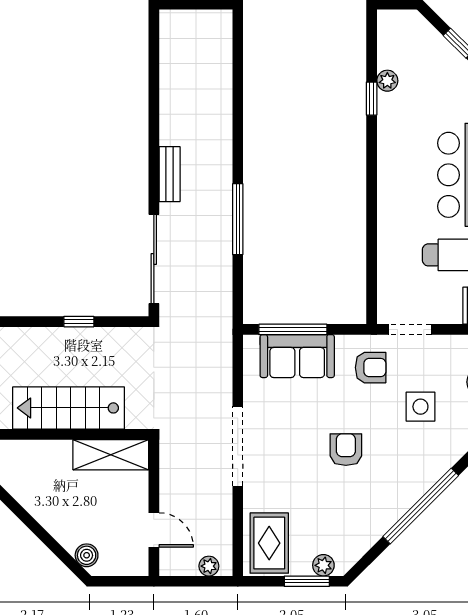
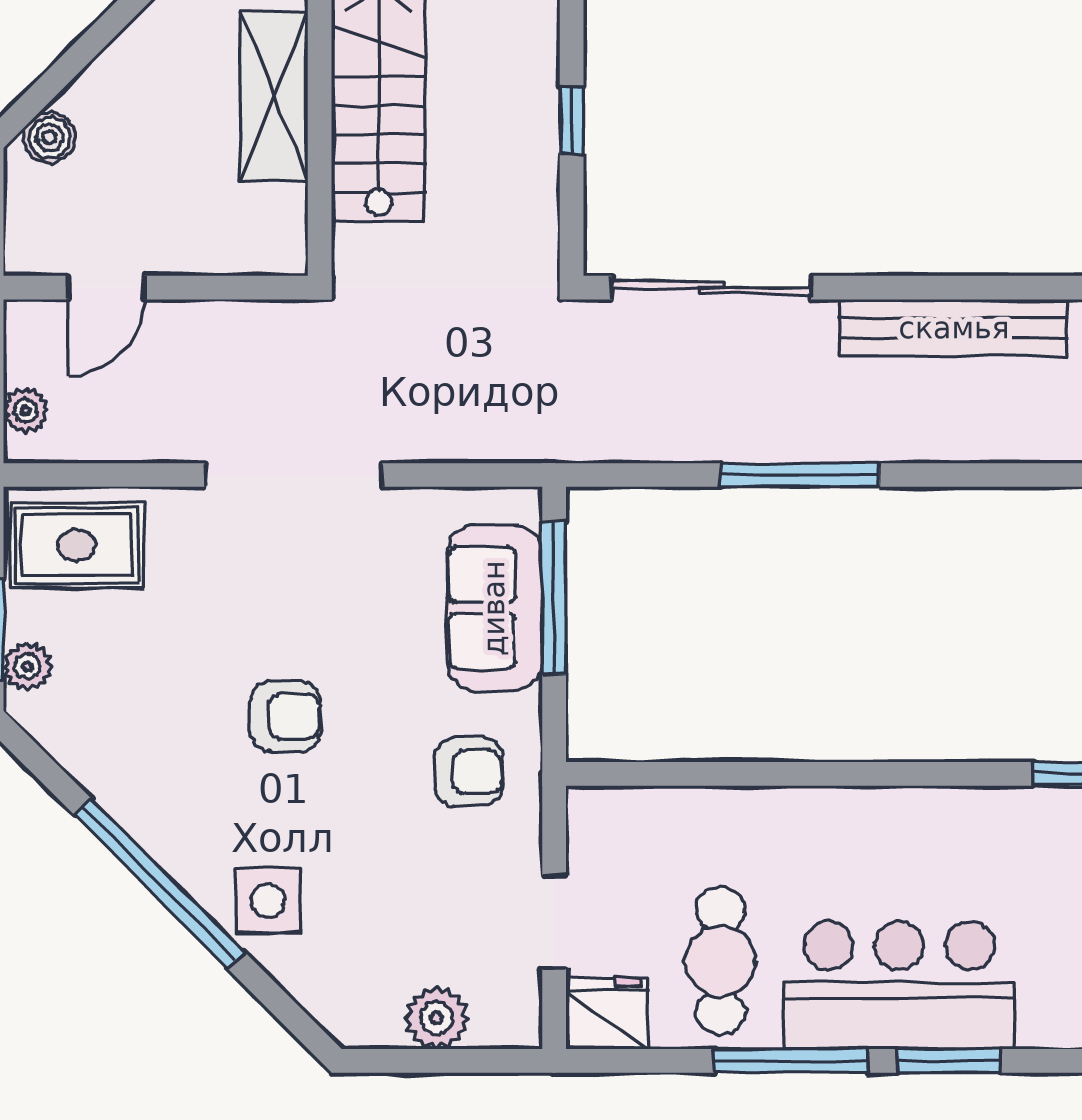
bench: (170, 174) -> (954, 328), width x1.86, depth x1.21
doorway: (410, 329) -> (554, 922), moved
armchair: (371, 368) -> (469, 772), turned -90
side table: (420, 407) -> (268, 901), moved
shelving: (111, 455) -> (274, 96), moved

